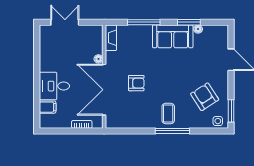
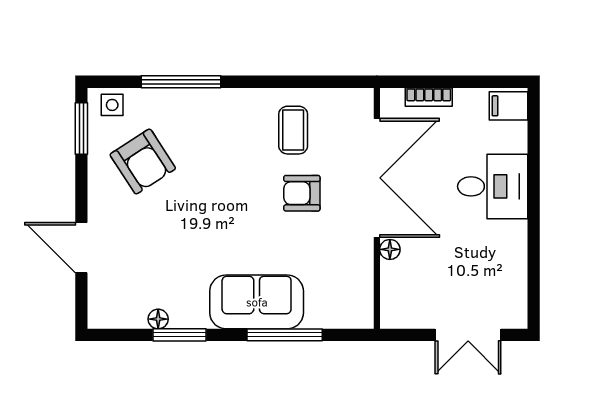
sofa: (173, 36) -> (257, 302), moved
fireplace: (111, 38) -> (361, 299), removed
filing cabinet: (48, 107) -> (508, 106), moved
coffee table: (168, 113) -> (293, 130), moved
window: (172, 131) -> (181, 82), moved

